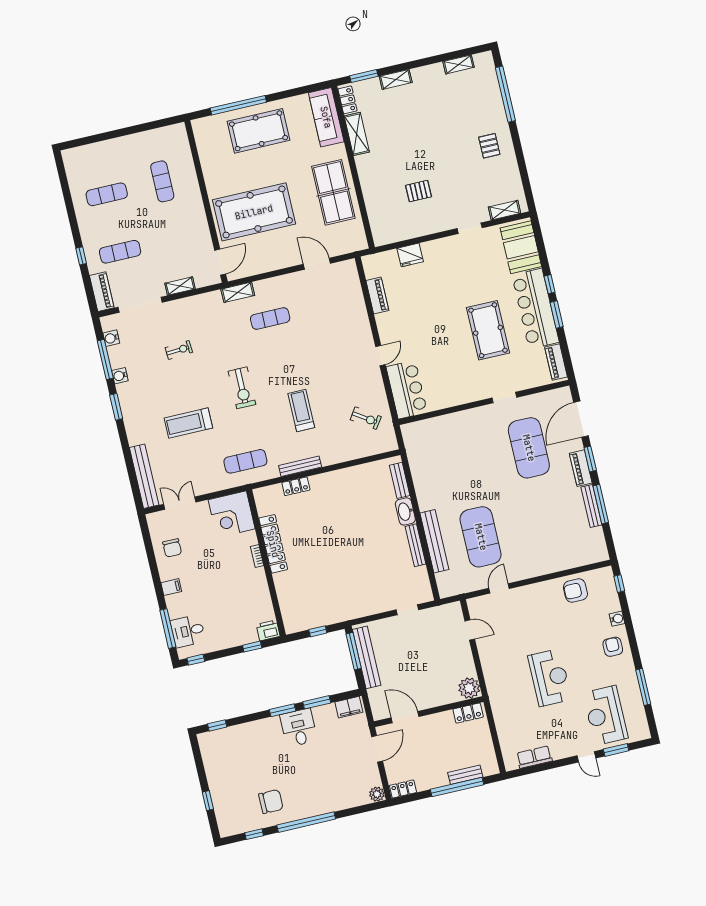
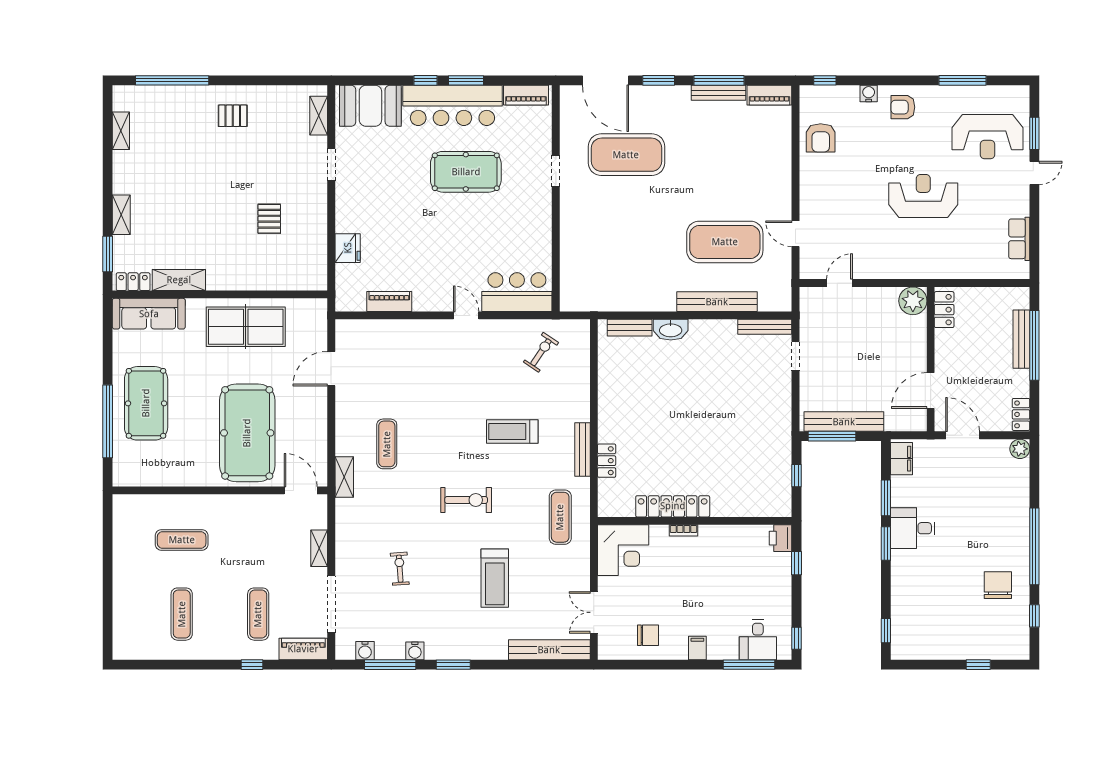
piano: (581, 468) -> (769, 95), moved
bench: (416, 545) -> (765, 327), moved
bench: (465, 775) -> (1021, 339), width x1.36

